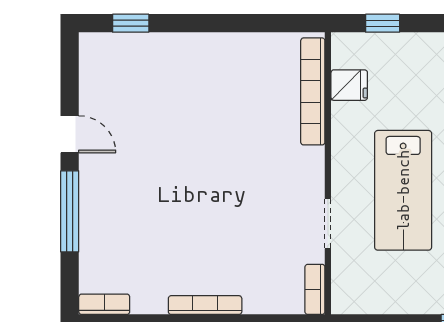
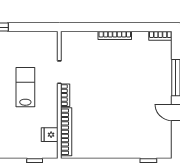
lab bench: (403, 190) -> (25, 87), width x0.73, depth x0.72
bookcase: (315, 289) -> (65, 95), moved

